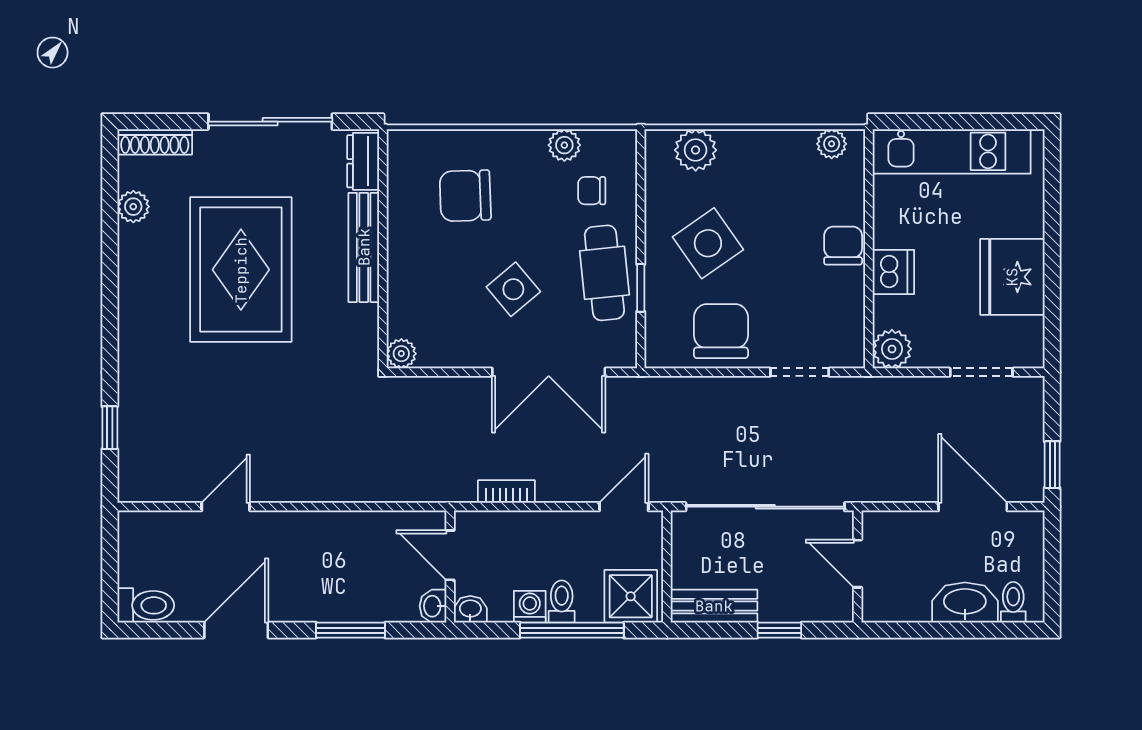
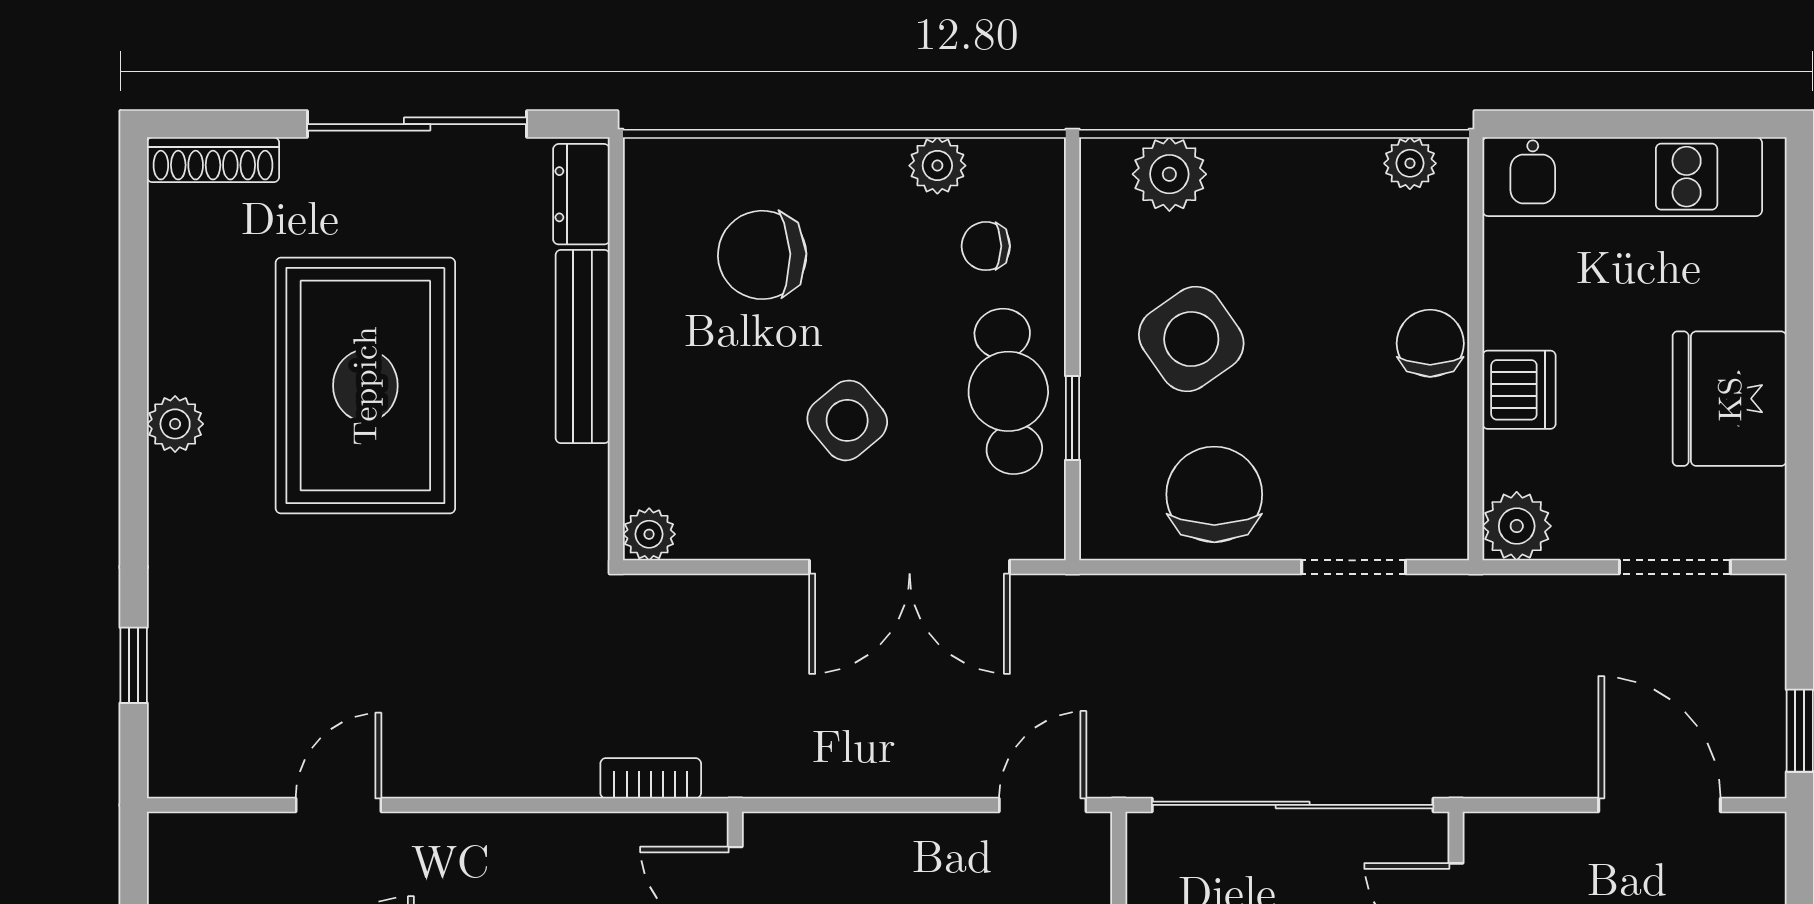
plant: (133, 207) -> (175, 424), moved
bookcase: (506, 492) -> (651, 778), moved

